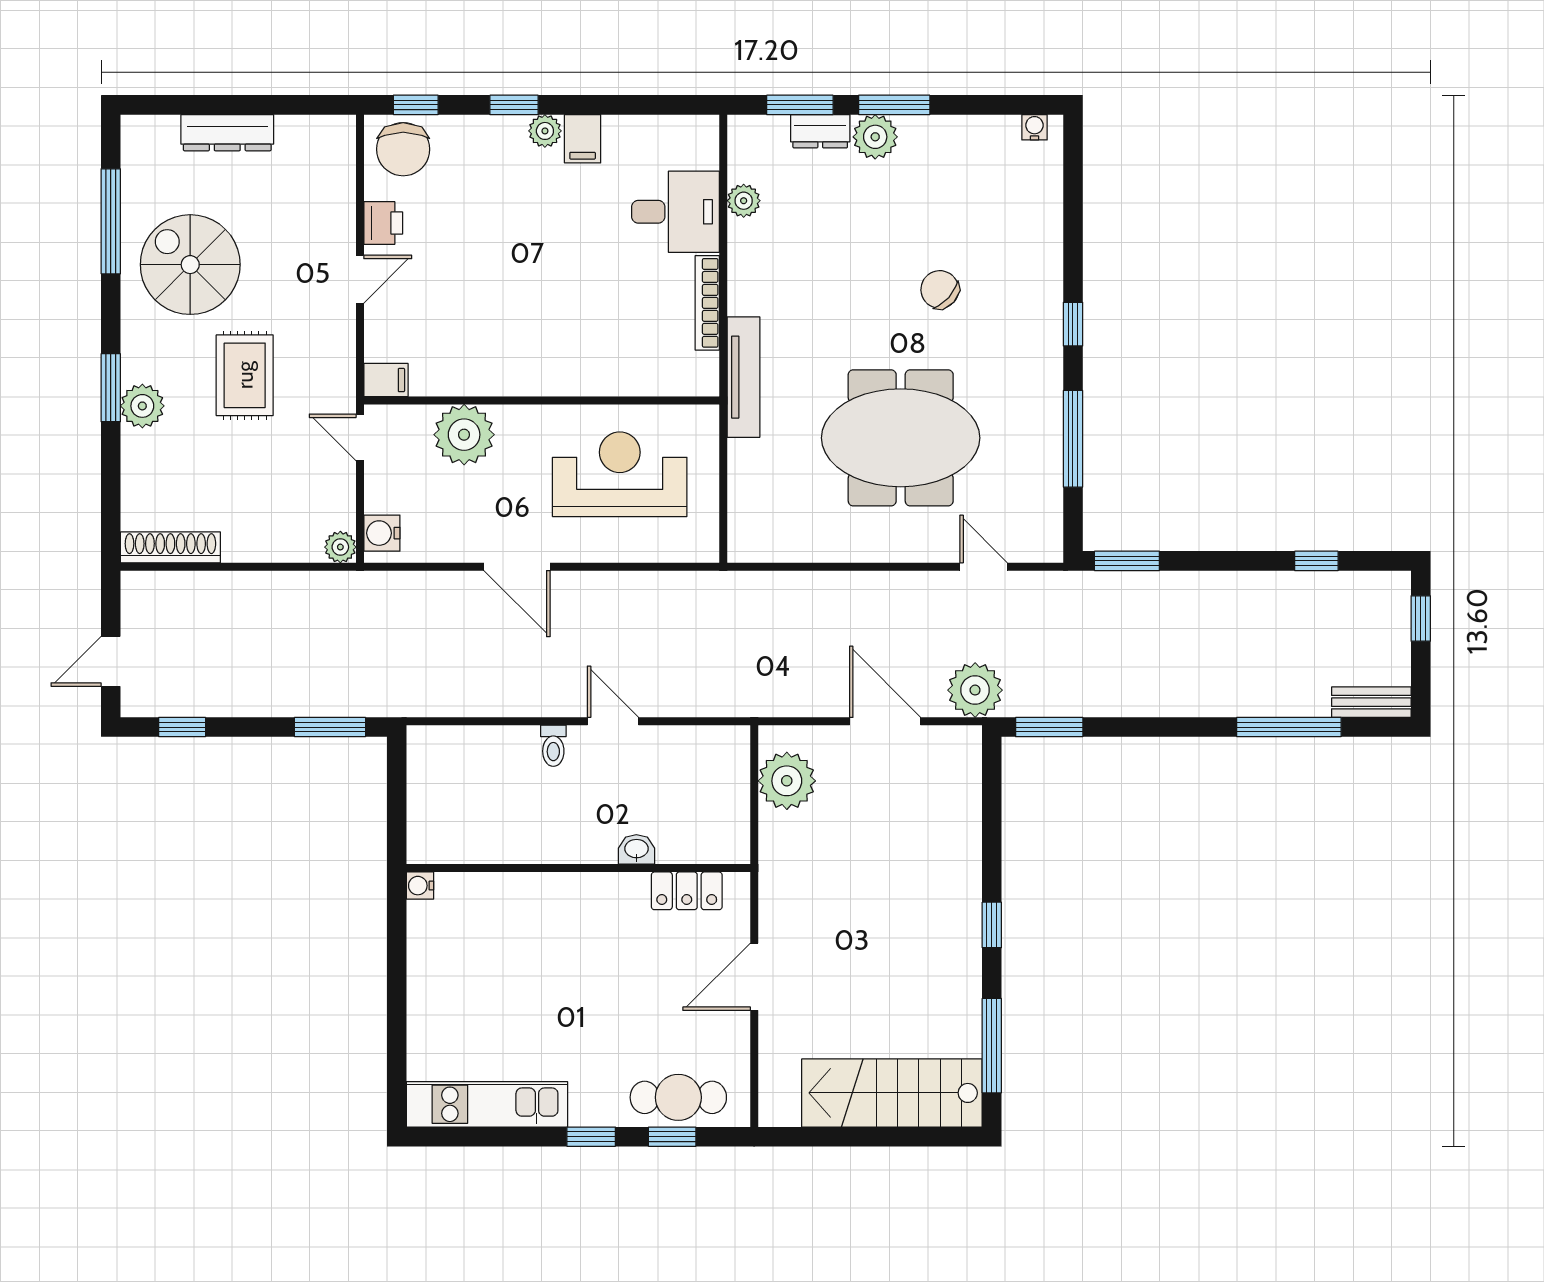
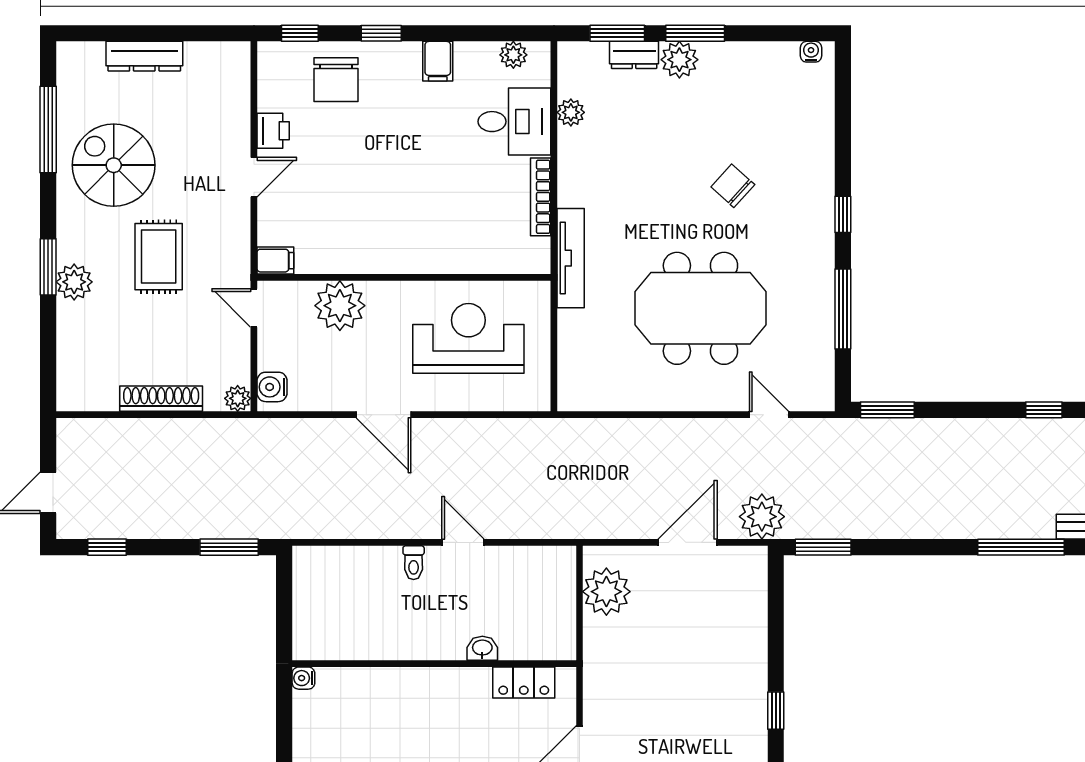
plant: (545, 131) -> (513, 55), moved
chair: (403, 149) -> (336, 80), moved
shoe rack: (170, 547) -> (161, 399), moved
door: (885, 721) -> (688, 542), hinge flipped

